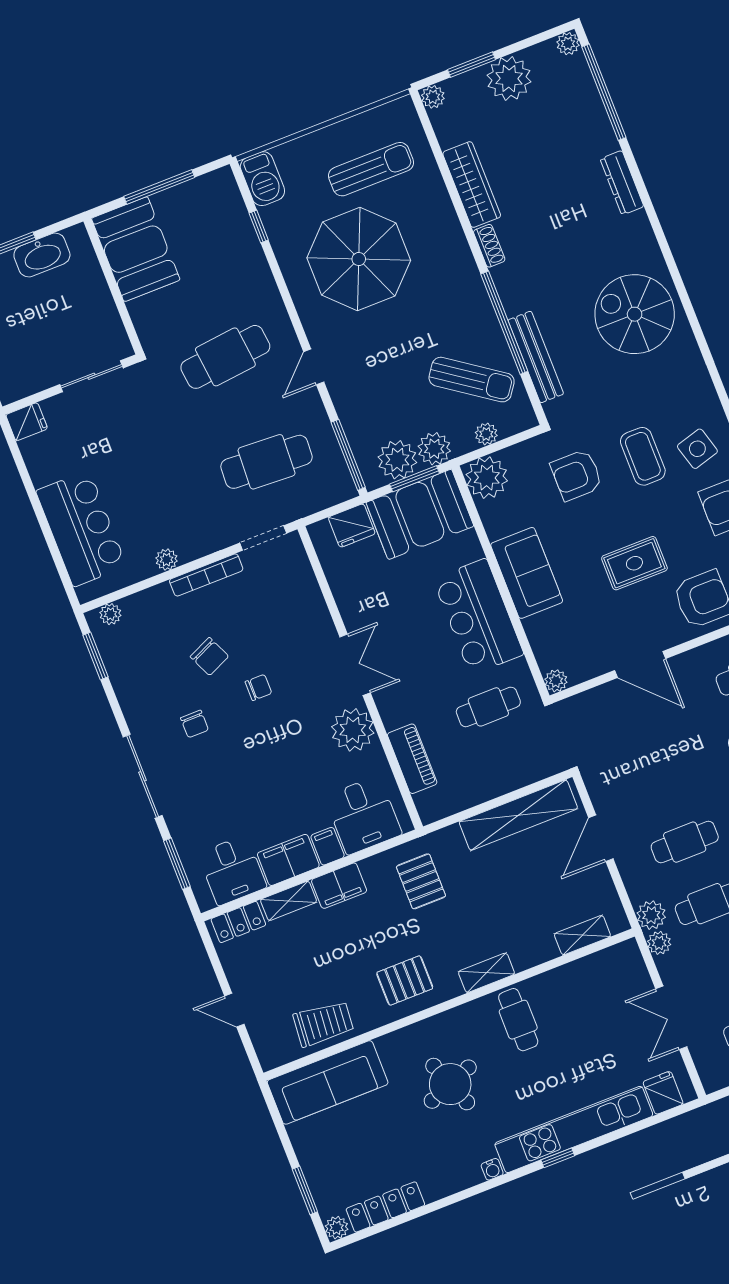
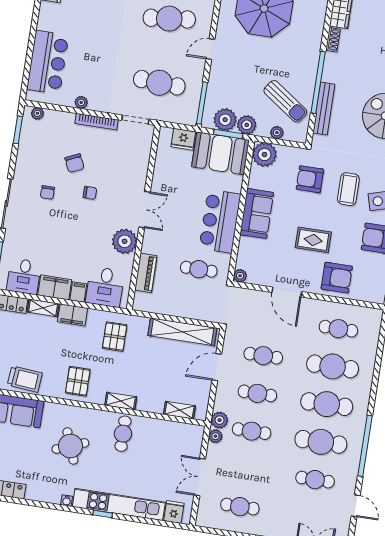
cafe table: (661, 780) -> (263, 356), added
pallet: (405, 980) -> (78, 381), turned 90

